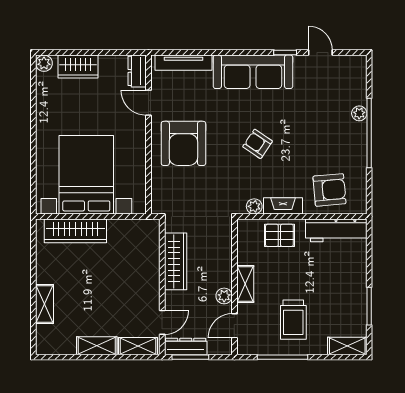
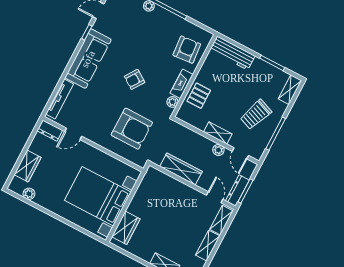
plant: (44, 63) -> (29, 194), moved
armchair: (183, 143) -> (132, 129), moved
workbench: (336, 230) -> (232, 53), moved, turned 90
wardrobe: (75, 231) -> (126, 228), width x0.67
trolley: (293, 320) -> (256, 115), turned 111

